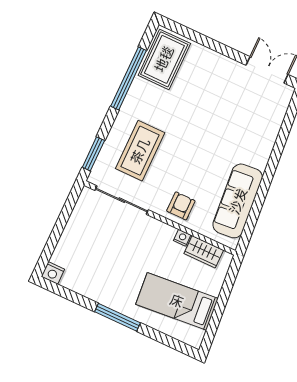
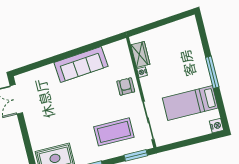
sofa: (238, 201) -> (81, 64), moved
armchair: (181, 206) -> (126, 86), turned 90
bed: (177, 301) -> (190, 103), moved, turned 95

